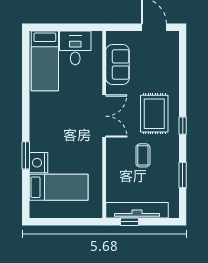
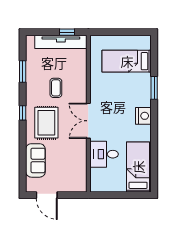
desk: (75, 48) -> (104, 154), moved, turned 90
sofa: (118, 64) -> (35, 160), moved, turned 180
nightstand: (38, 163) -> (143, 116), moved

